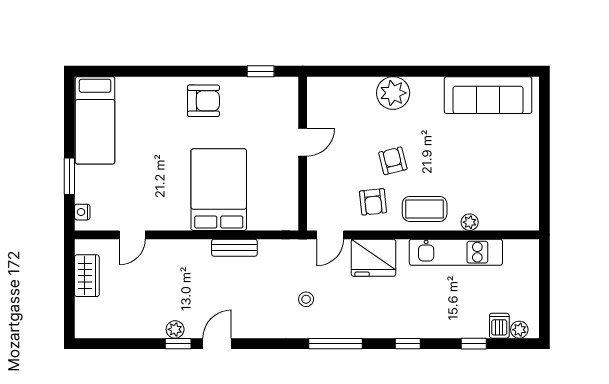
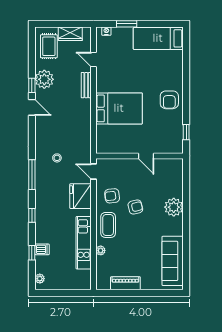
piano: (527, 178) -> (125, 283), added
bench: (234, 248) -> (86, 85), moved
rug: (109, 314) -> (49, 46), added
dishwasher: (499, 326) -> (42, 249), moved
plant: (175, 329) -> (44, 79), width x1.88, depth x1.88

